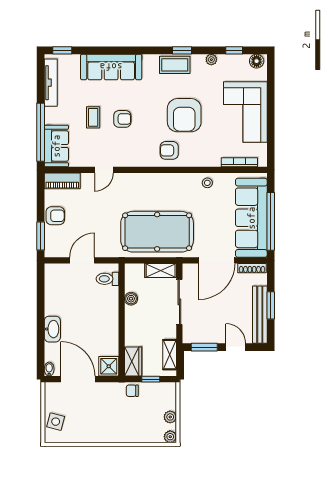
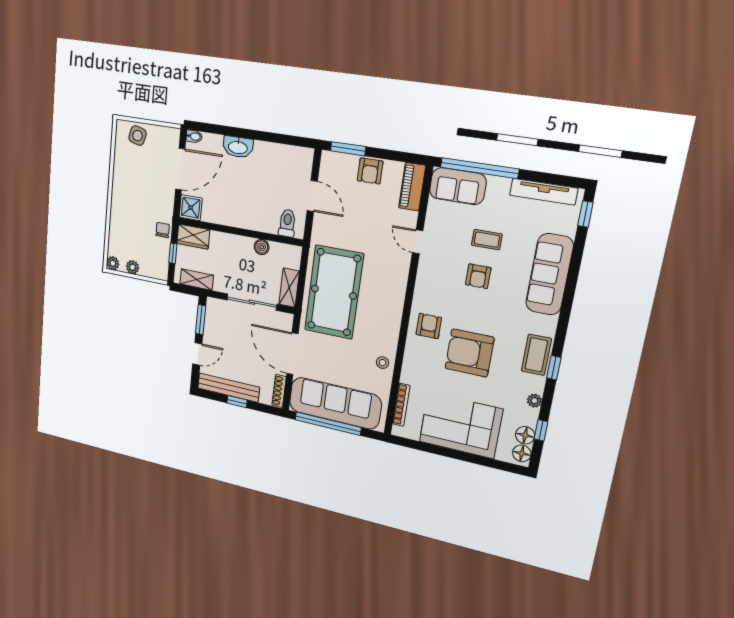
floor lamp: (241, 61) -> (525, 435), added
window: (271, 305) -> (237, 402), width x0.67

